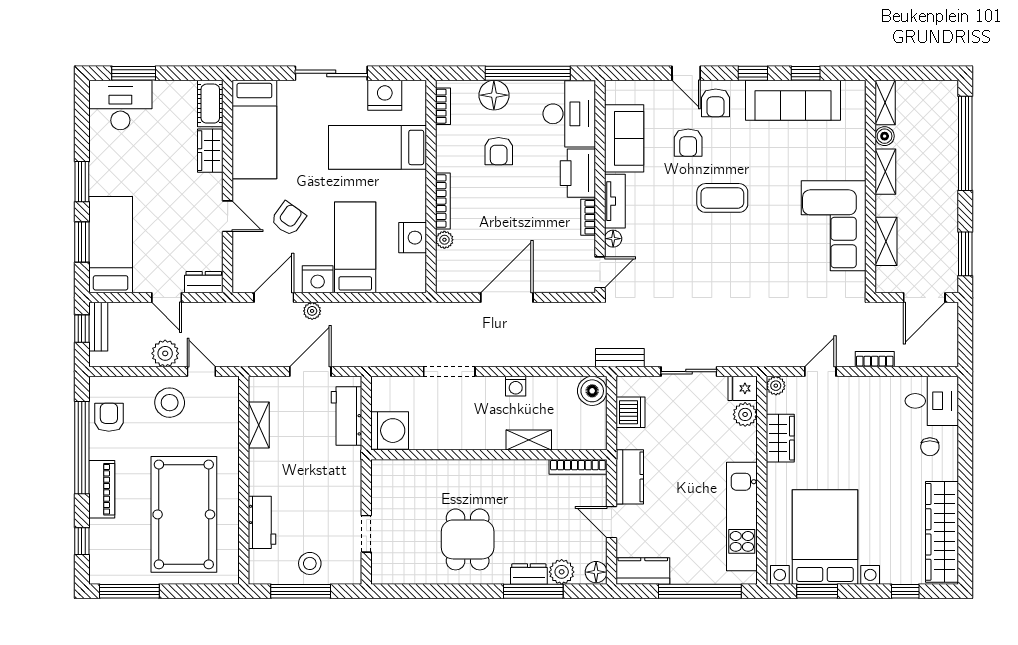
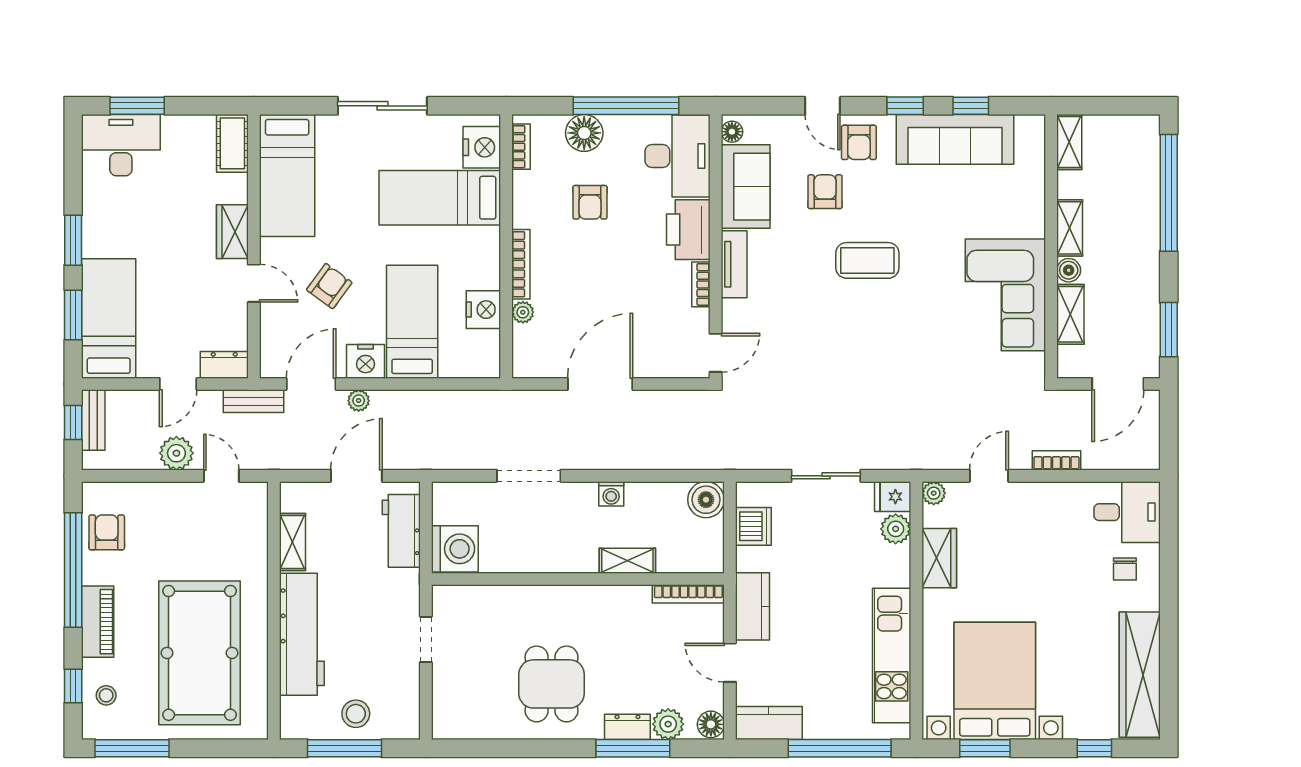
nightstand: (385, 95) -> (482, 147), moved, turned 90
boiler: (885, 136) -> (1069, 270), moved
armchair: (688, 143) -> (825, 192), turned 180
wardrobe: (210, 151) -> (232, 232), moved
floor lamp: (613, 239) -> (732, 132), moved
door: (167, 298) -> (178, 384), hinge flipped
bench: (620, 358) -> (254, 401), moved
stool: (170, 403) -> (106, 695), moved, width x0.53, depth x0.53
workbench: (262, 522) -> (302, 634), width x1.88, depth x1.32
doorway: (366, 534) -> (426, 639), moved

